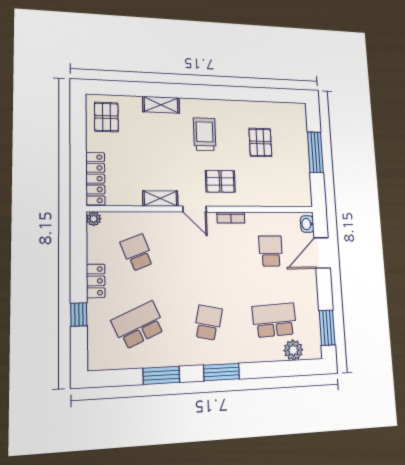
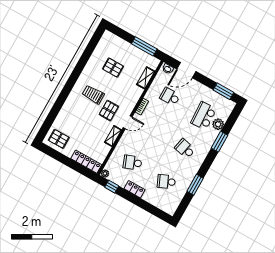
shelving: (161, 105) -> (146, 78), moved
window: (315, 152) -> (144, 46), moved
pallet: (220, 181) -> (109, 110), moved
door: (322, 253) -> (186, 70), hinge flipped
window: (79, 314) -> (112, 187), moved
school desk: (139, 325) -> (166, 182), width x0.54
plant: (293, 350) -> (218, 124), moved
window: (221, 372) -> (219, 142), moved

